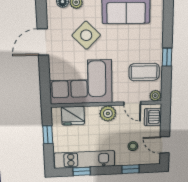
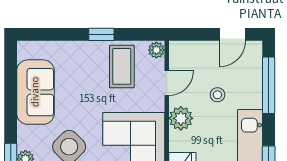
dishwasher: (153, 117) -> (188, 53), removed
stool: (133, 146) -> (217, 95), moved
window: (131, 169) -> (269, 85), width x2.17

